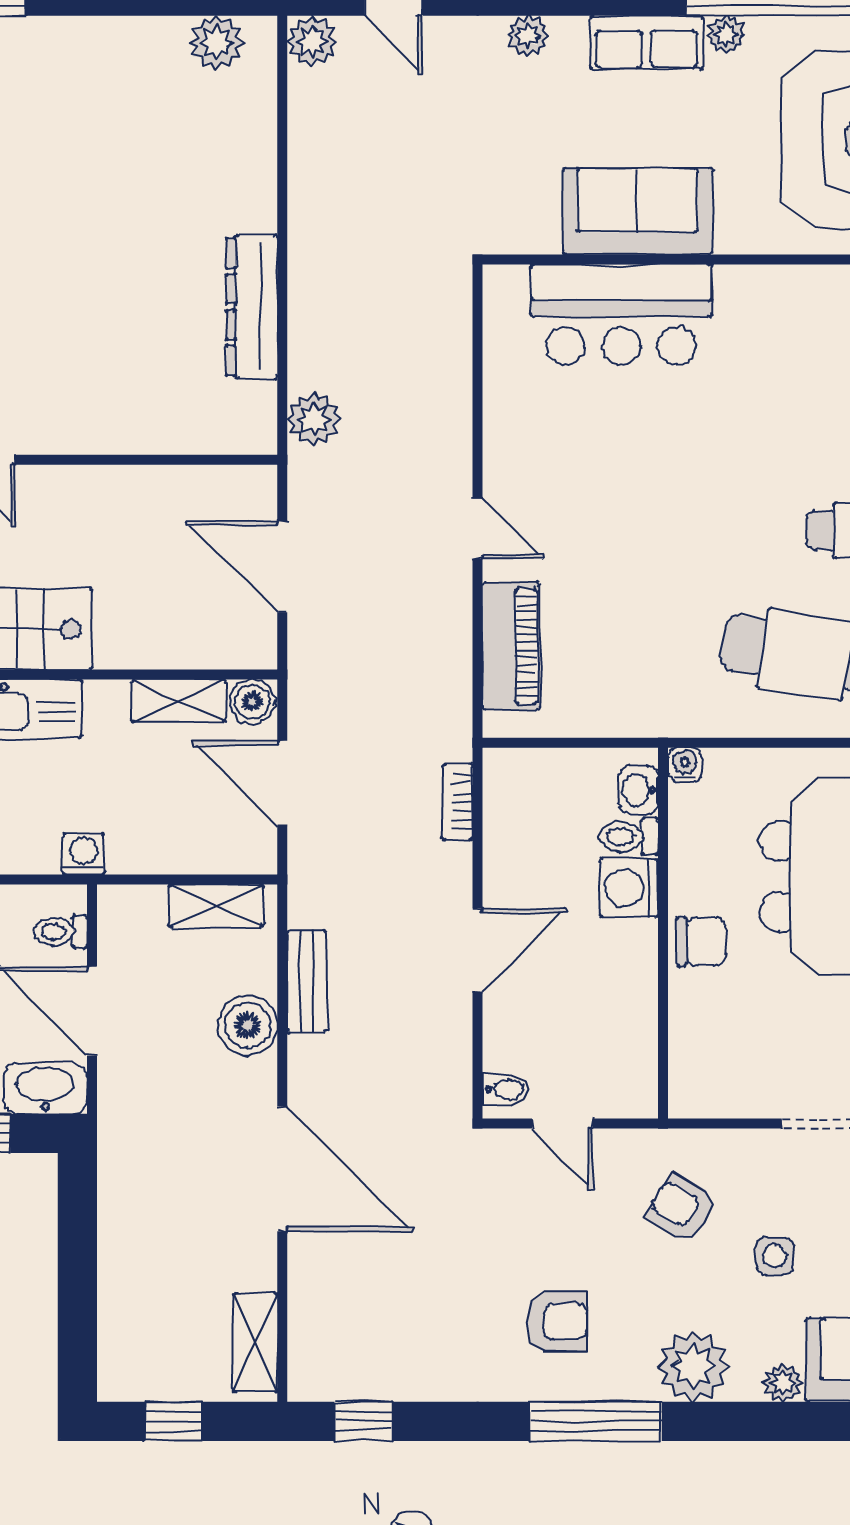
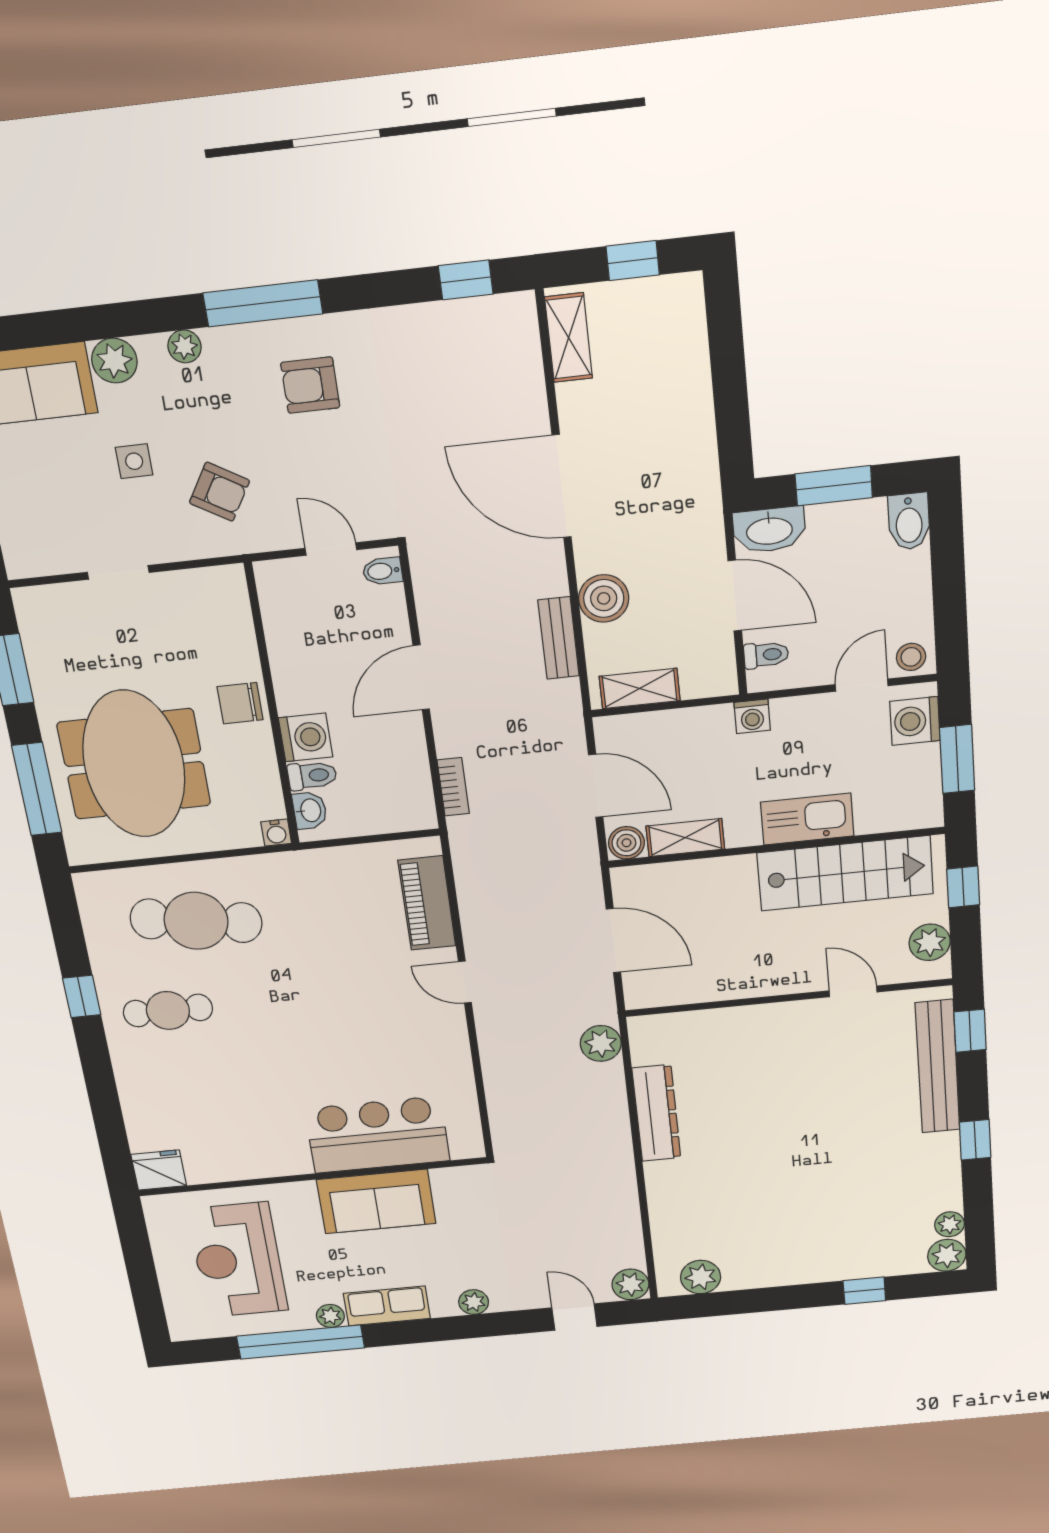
plant: (693, 1366) -> (184, 346), width x0.53, depth x0.53
plant: (783, 1383) -> (114, 361), width x1.38, depth x1.38

